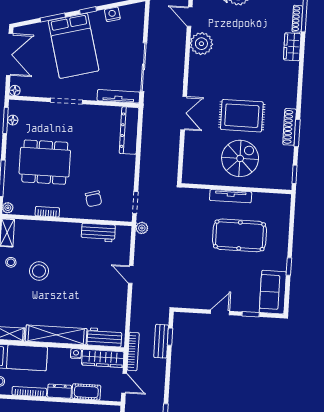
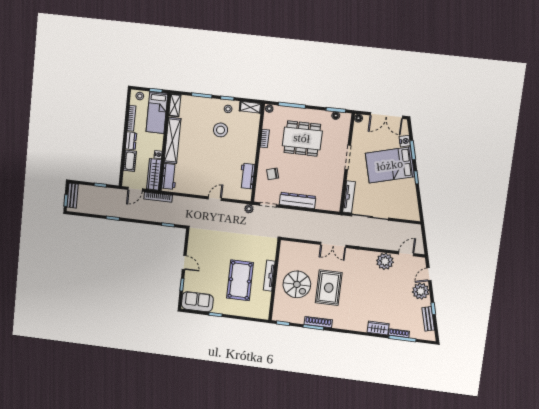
nightstand: (112, 14) -> (405, 141), moved
dresser: (129, 131) -> (298, 200), moved
dining table: (45, 162) -> (302, 138), turned 90
bench: (161, 341) -> (165, 218), removed

